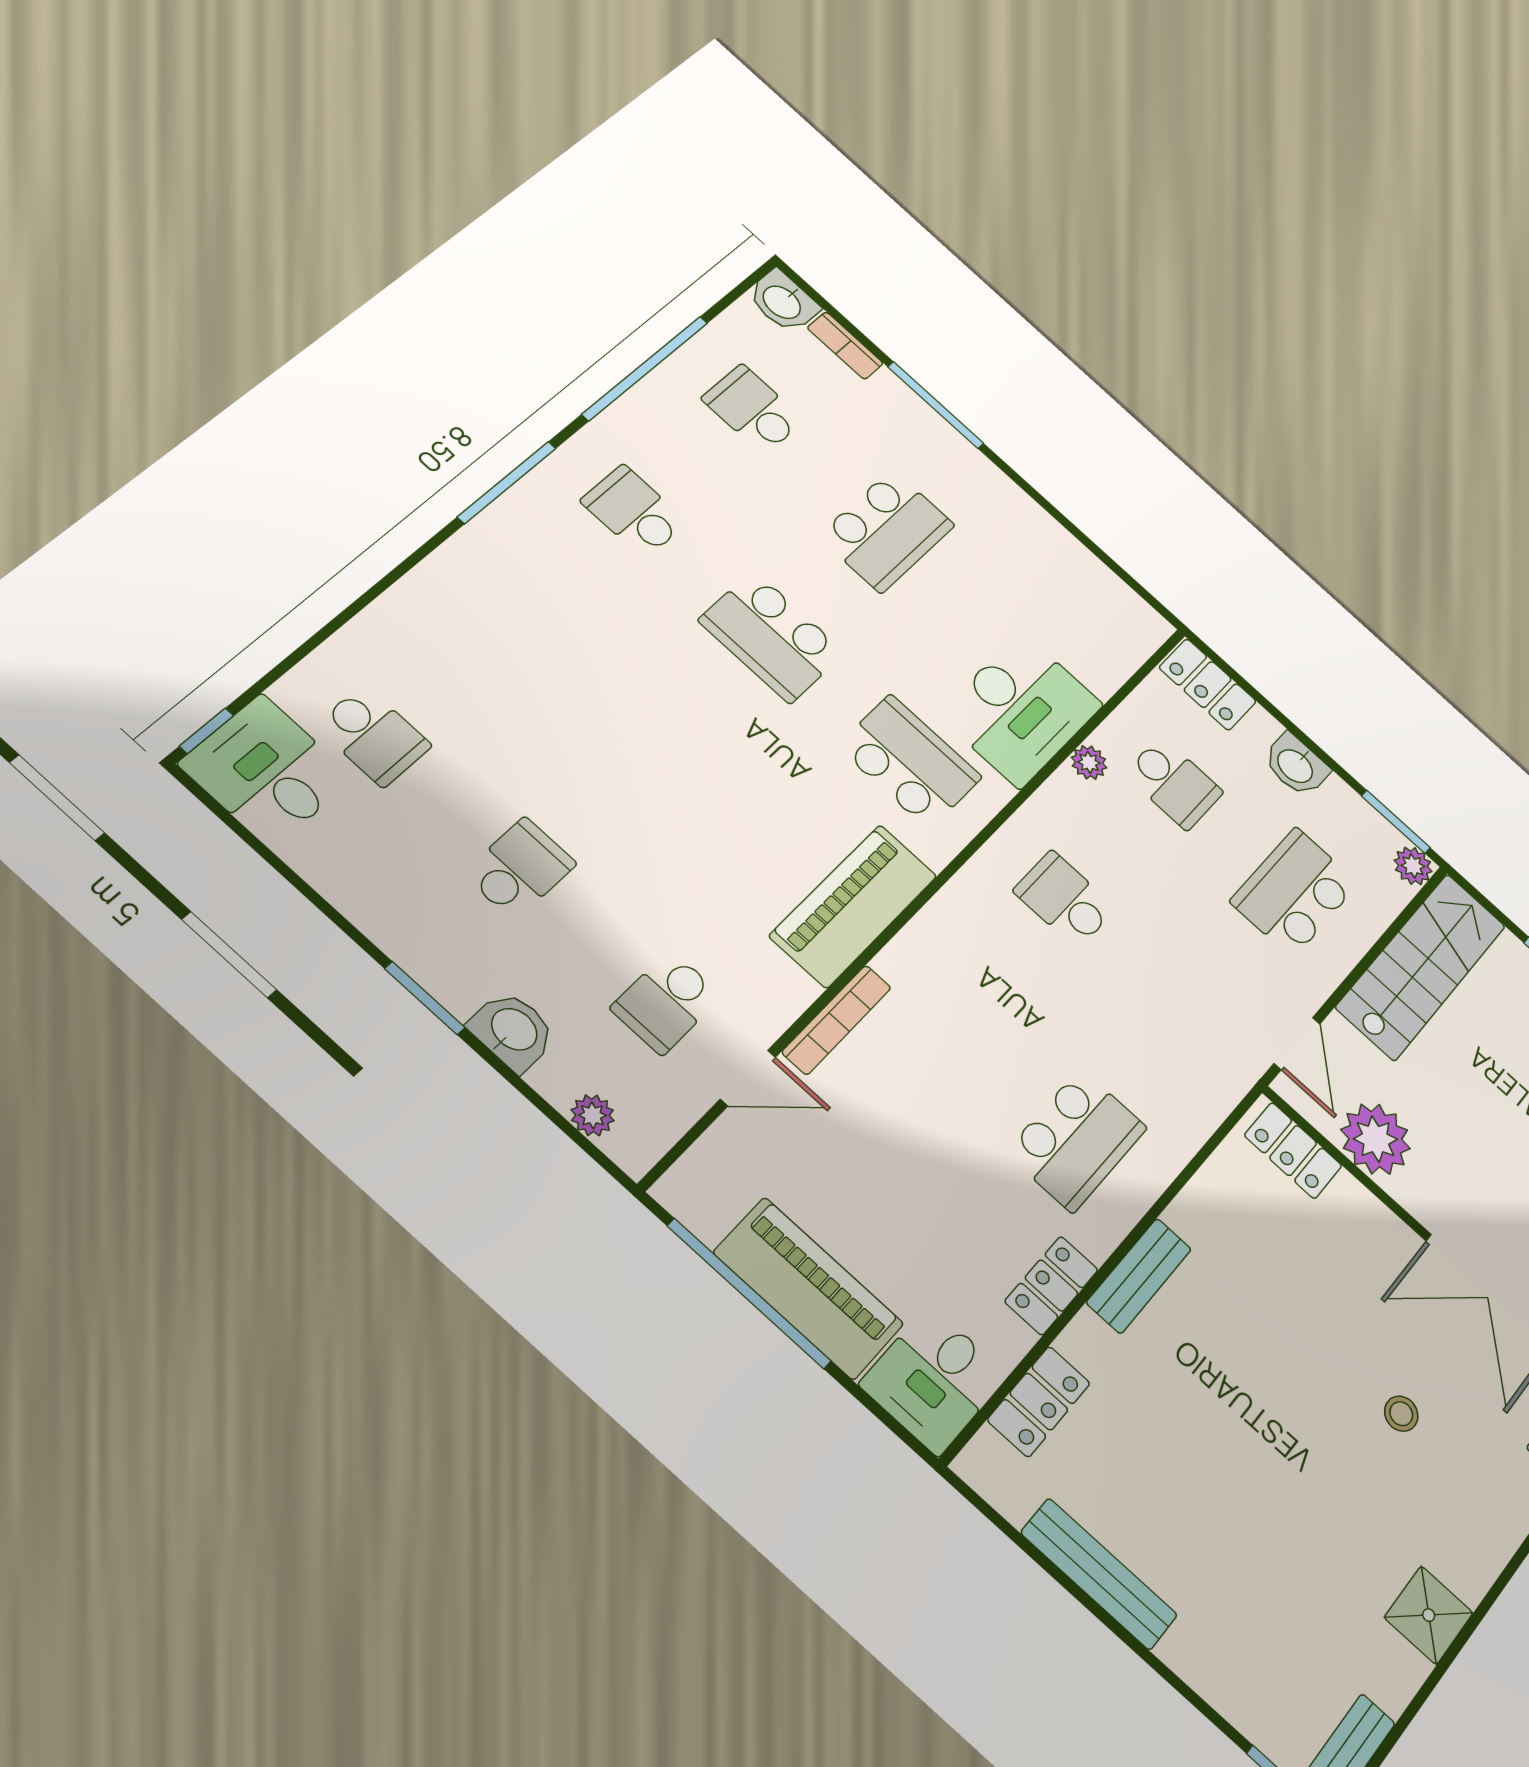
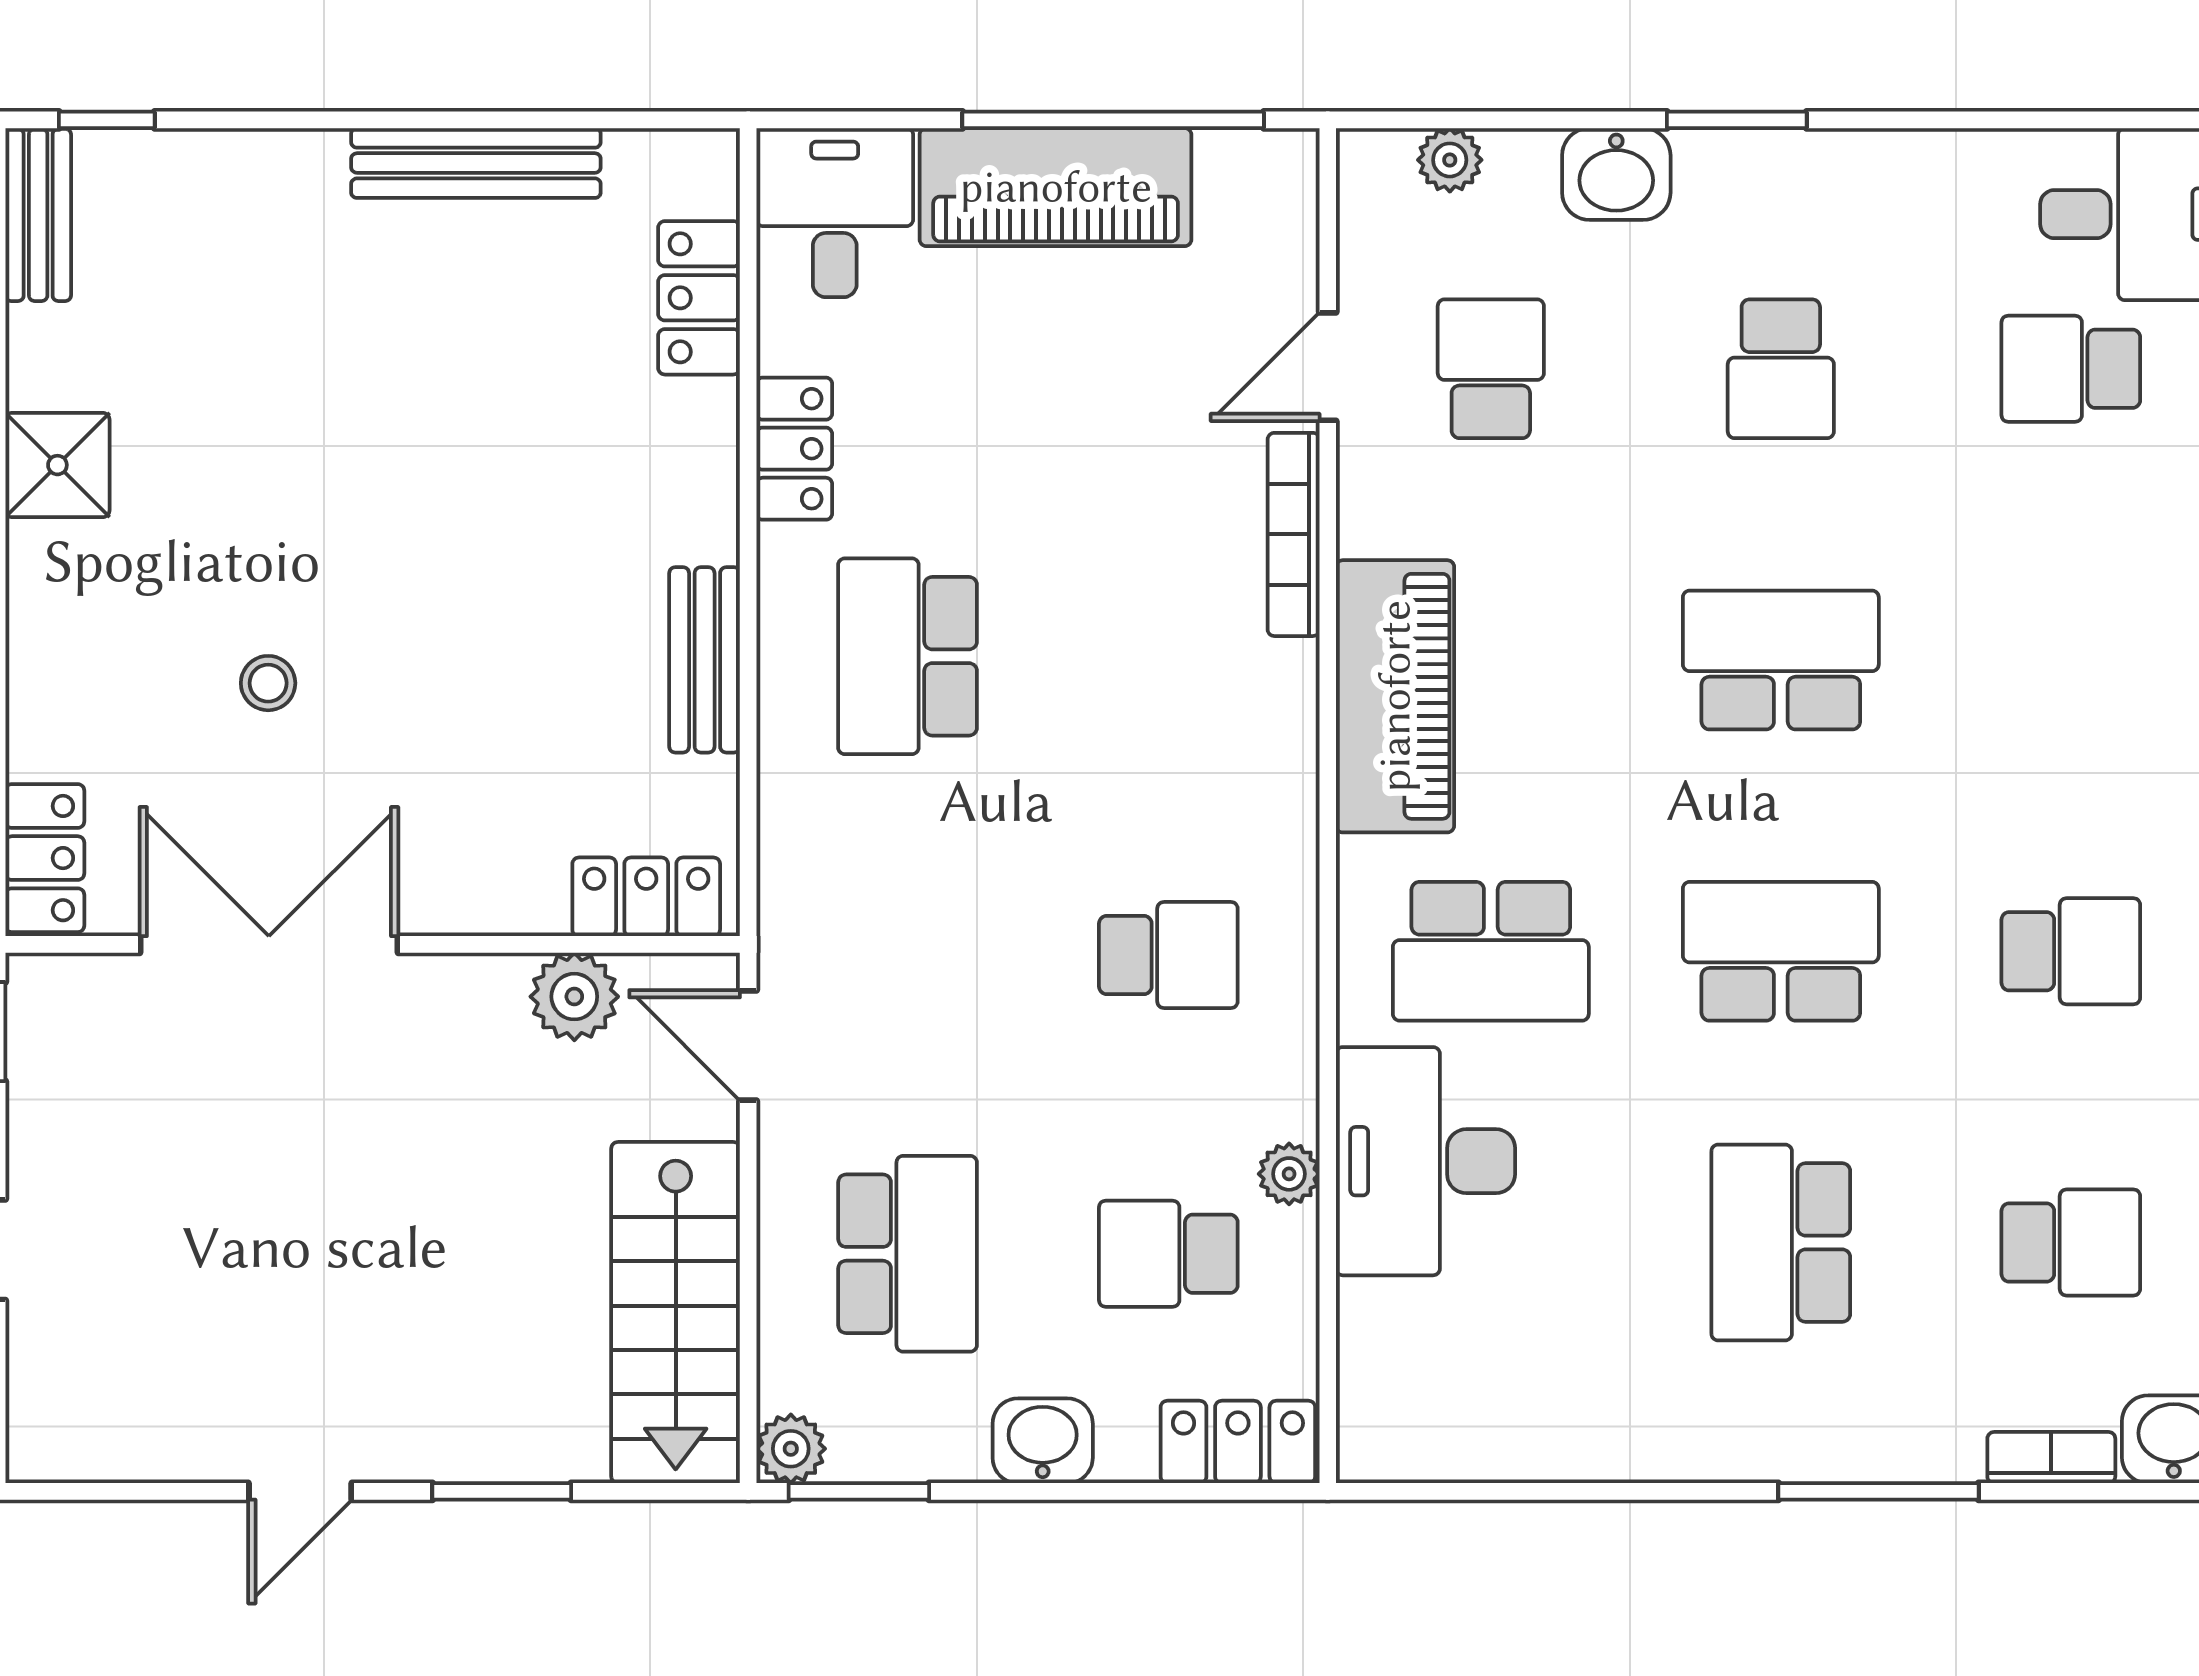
school desk: (650, 749) -> (1781, 660), added
plant: (1375, 1139) -> (574, 997), width x0.73, depth x0.73
bench: (1139, 1276) -> (705, 660), moved

